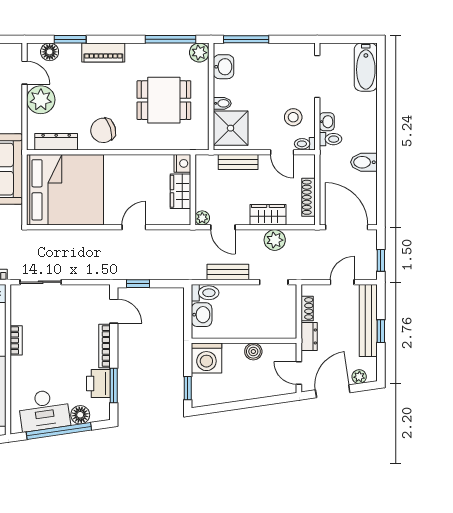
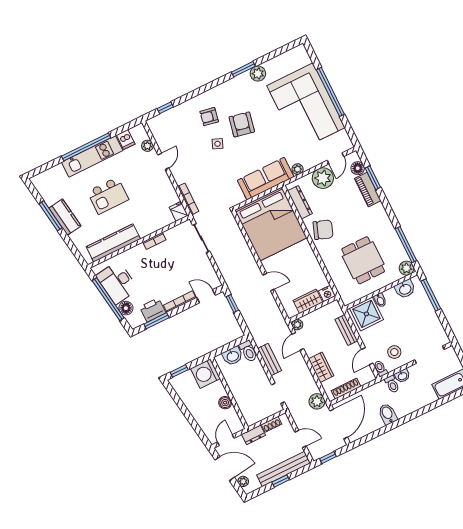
piano: (103, 52) -> (368, 190), moved
plant: (15, 125) -> (298, 169), added
chair: (103, 130) -> (323, 230), turned 127
plant: (275, 240) -> (317, 401), moved
door: (114, 311) -> (206, 296), swing flipped

